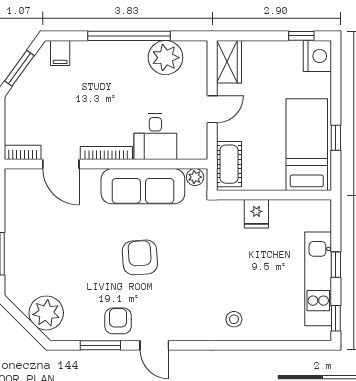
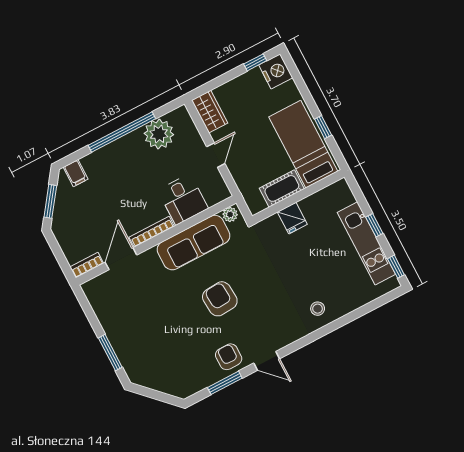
door: (61, 164) -> (121, 259), swing flipped
cot: (229, 164) -> (282, 188), moved, turned 90
plant: (46, 313) -> (170, 380), removed

